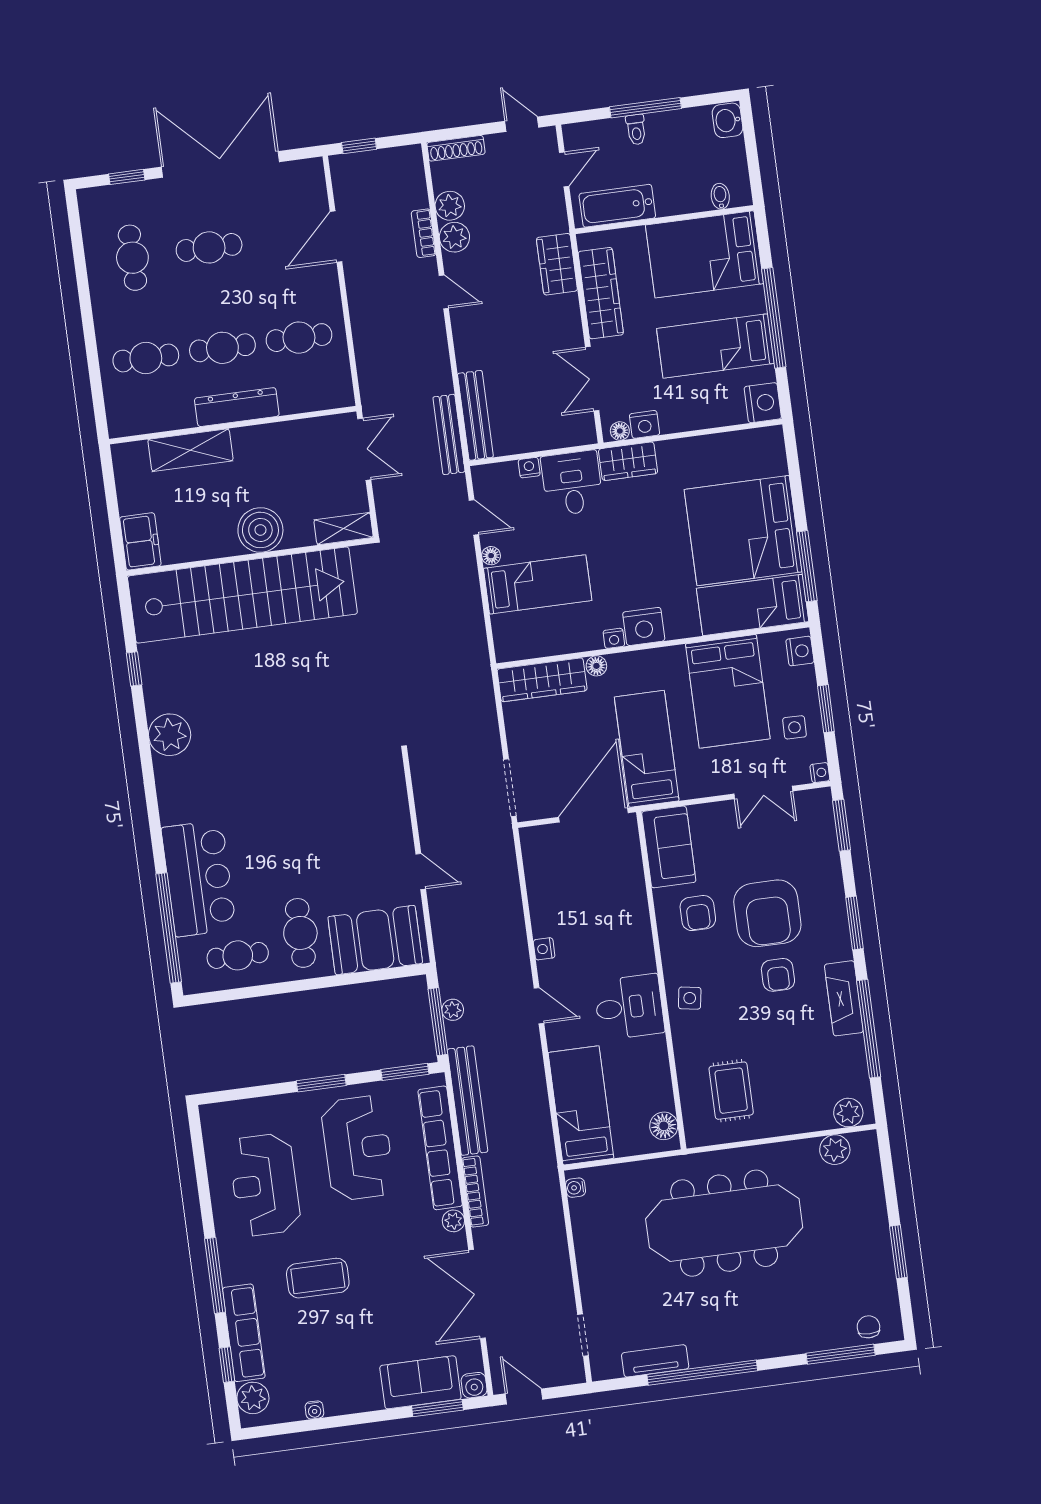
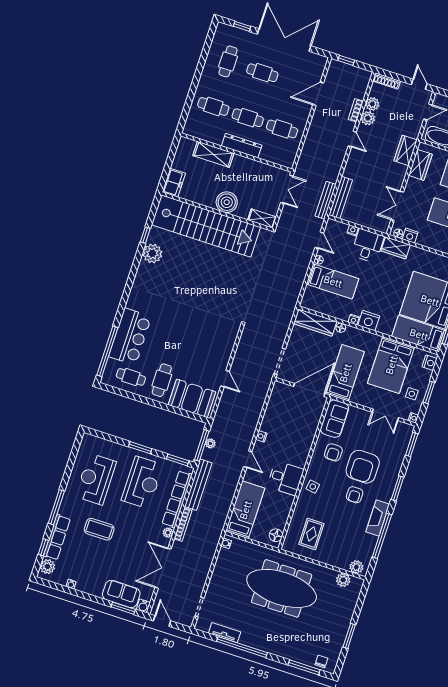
wardrobe: (601, 293) -> (420, 165), width x0.67
plant: (170, 735) -> (152, 253), moved

